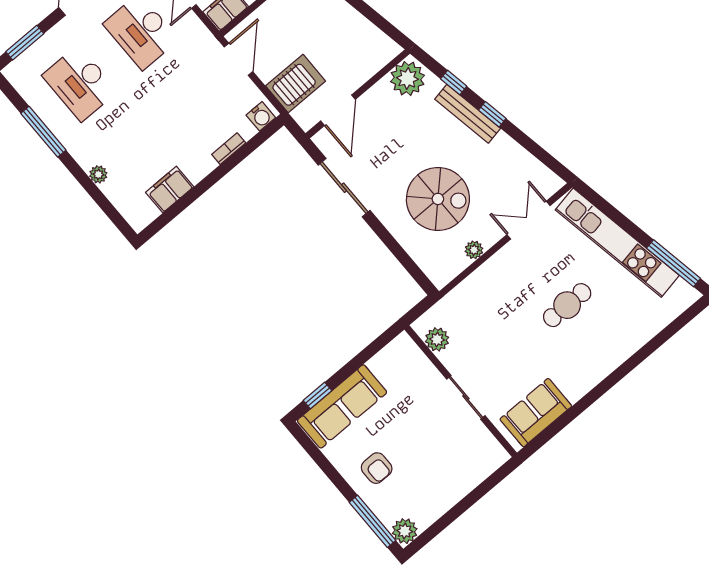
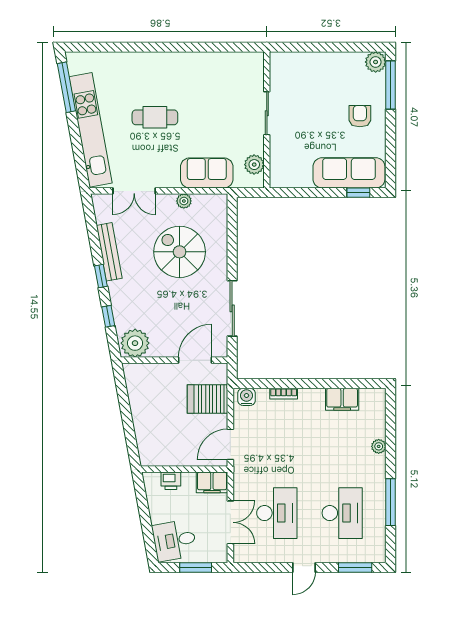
bench: (468, 114) -> (109, 252), moved
sofa: (536, 413) -> (207, 173), moved, turned 180

